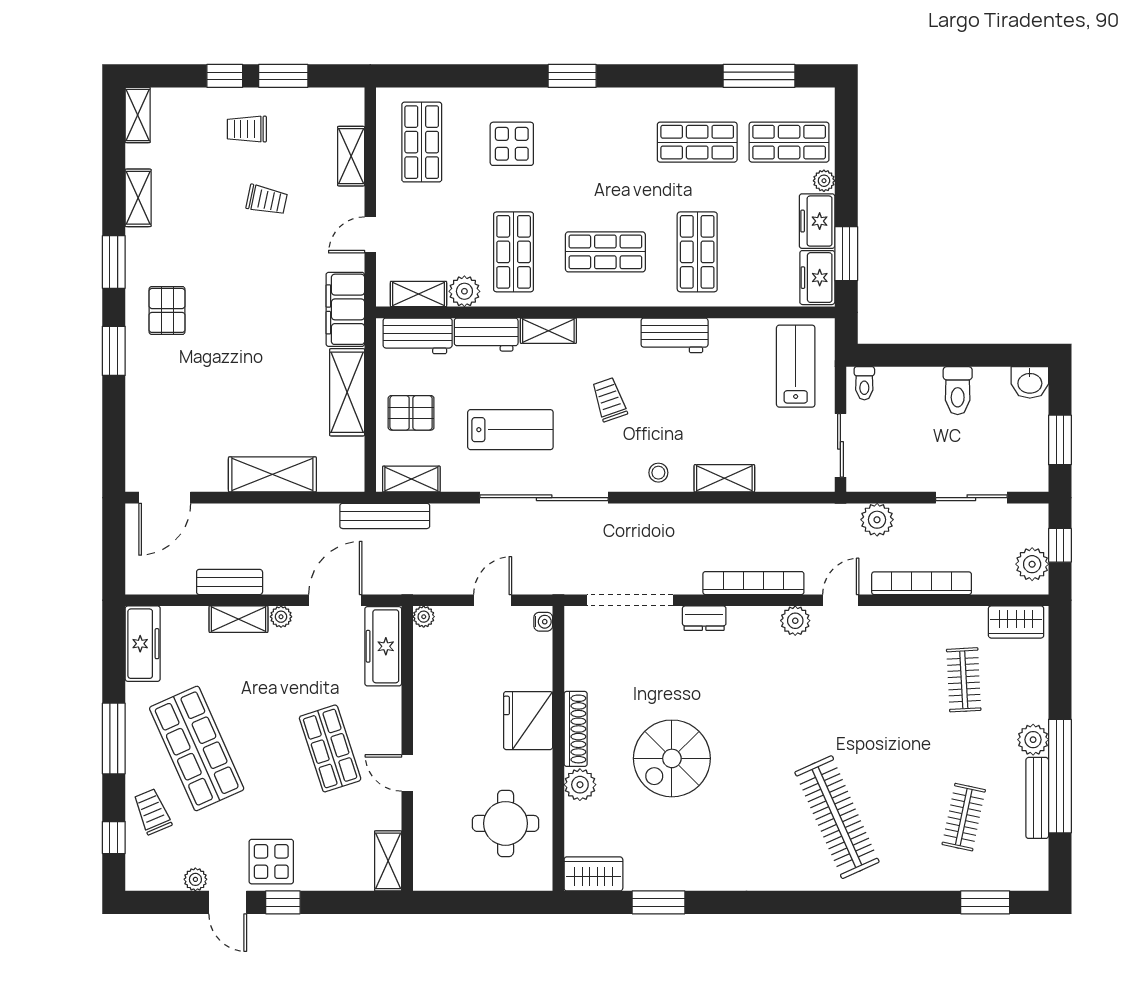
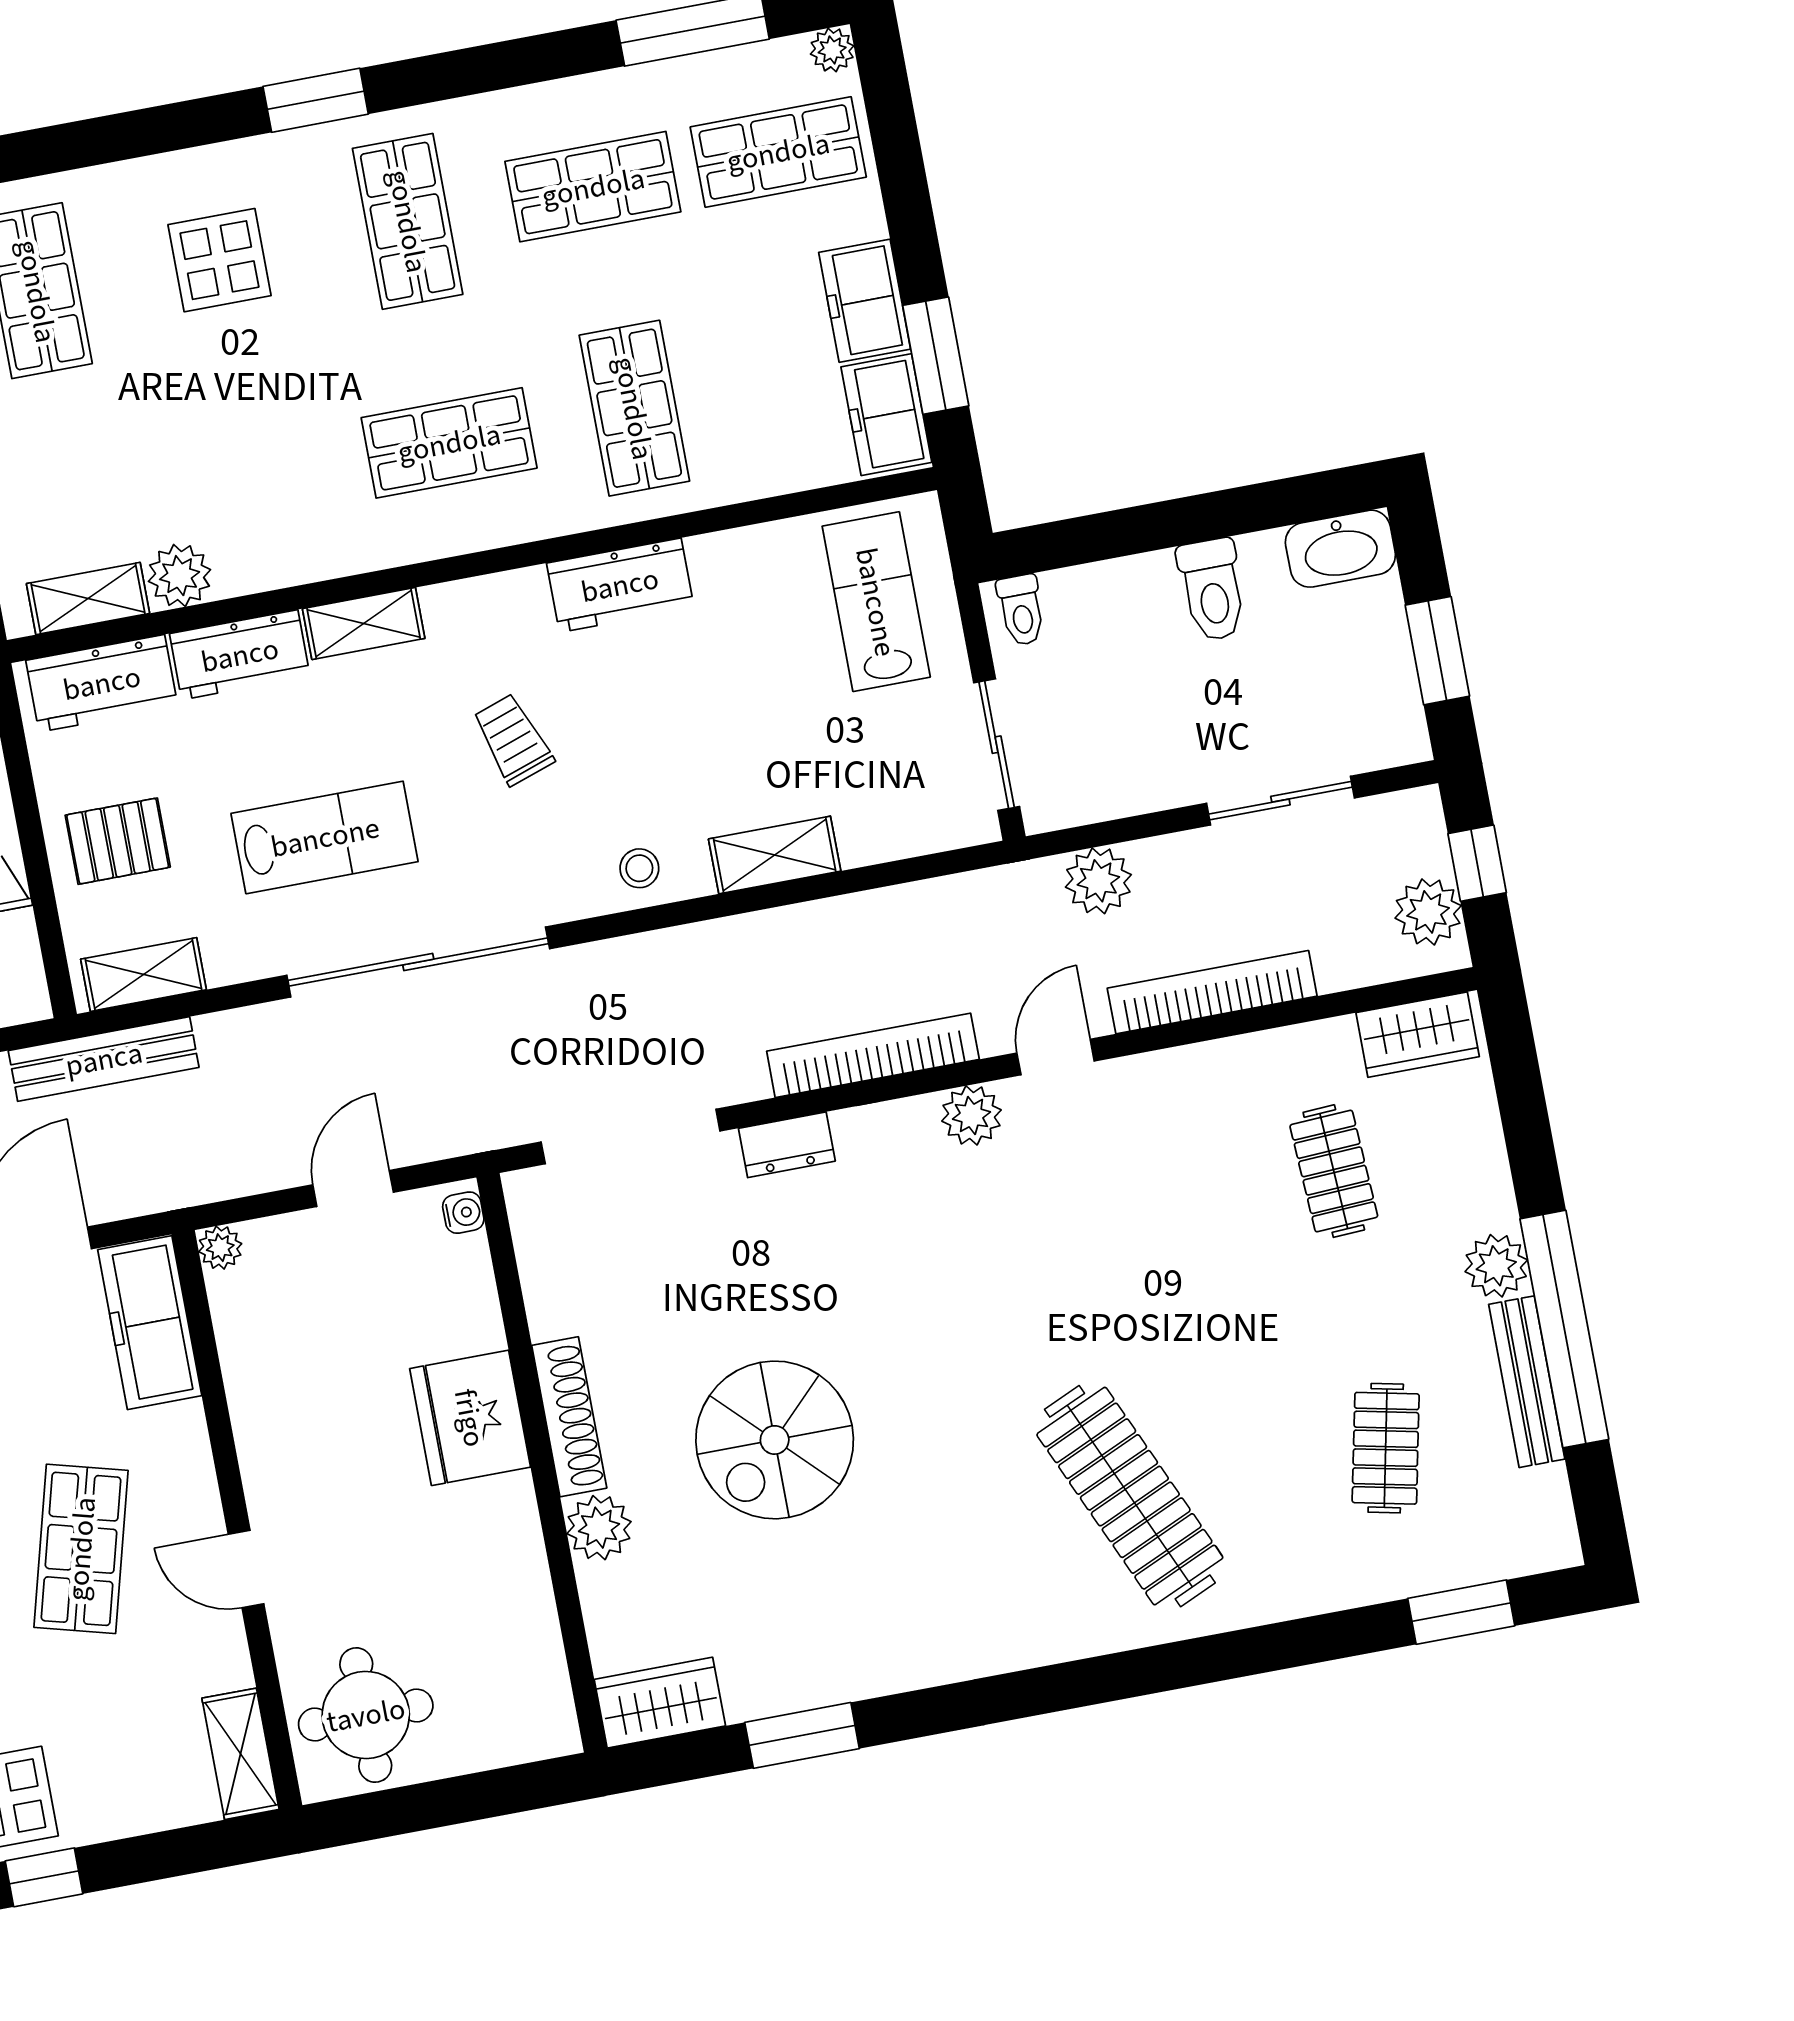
plant: (824, 181) -> (832, 50), moved
shop shelf: (514, 252) -> (408, 221), moved
washbasin: (1030, 382) -> (1340, 549), width x1.38
shop shelf: (330, 748) -> (81, 1549), turned 33
round table: (506, 823) -> (366, 1715), moved

